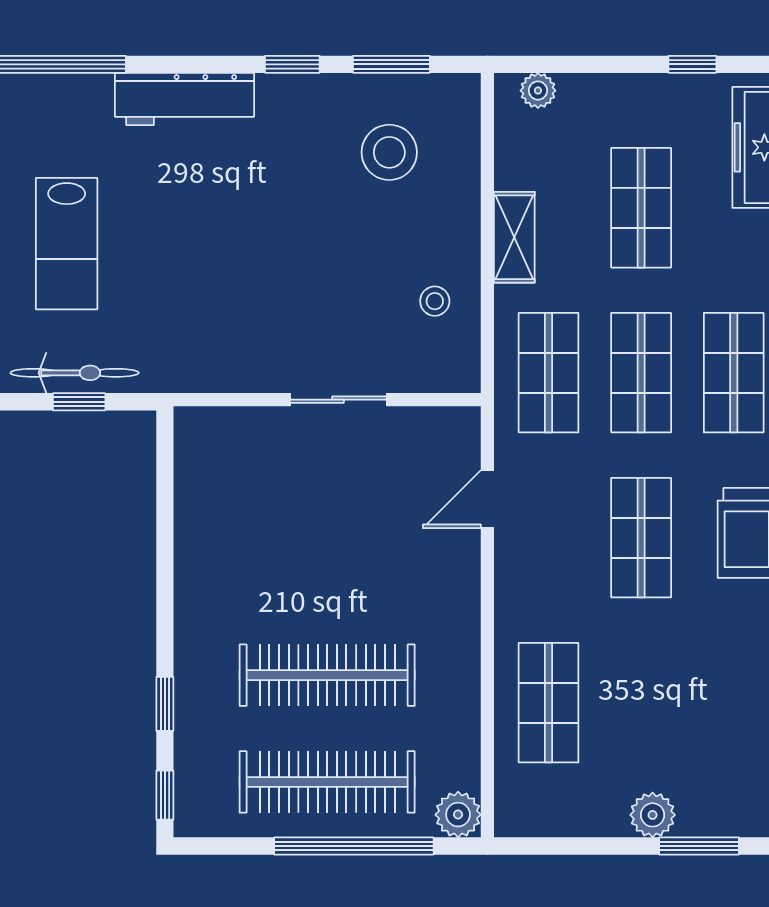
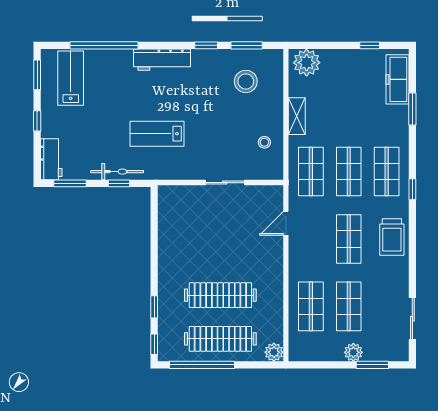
plant: (538, 91) -> (307, 63), width x1.87, depth x1.87
shop shelf: (641, 208) -> (349, 306), moved
lab bench: (67, 244) -> (157, 134), moved, turned 90
window: (354, 846) -> (202, 365), moved

